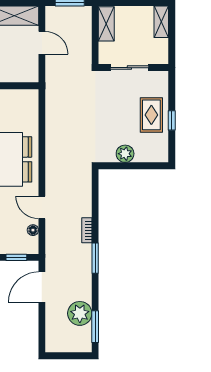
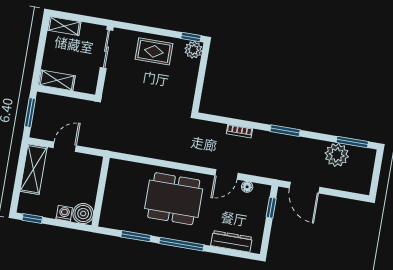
sliding door: (129, 68) -> (106, 49), moved
window: (172, 120) -> (191, 37), moved
plant: (125, 154) -> (193, 50), moved
bookcase: (87, 230) -> (239, 131), moved

